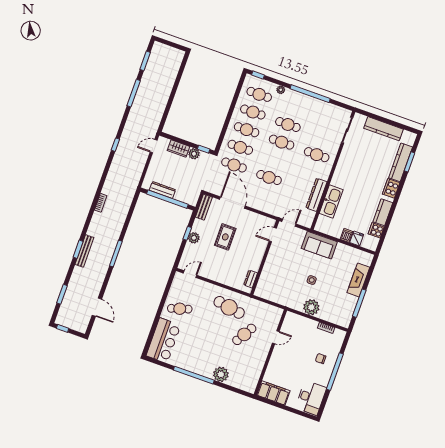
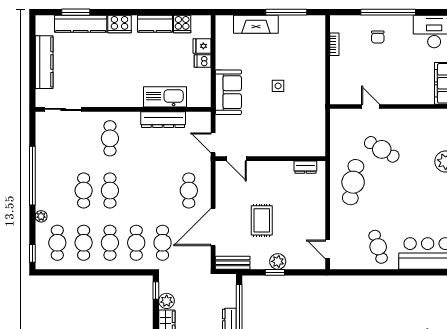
cafe table: (269, 177) -> (189, 191), moved
rug: (225, 237) -> (262, 220), turned 90
plant: (311, 307) -> (314, 73), removed

